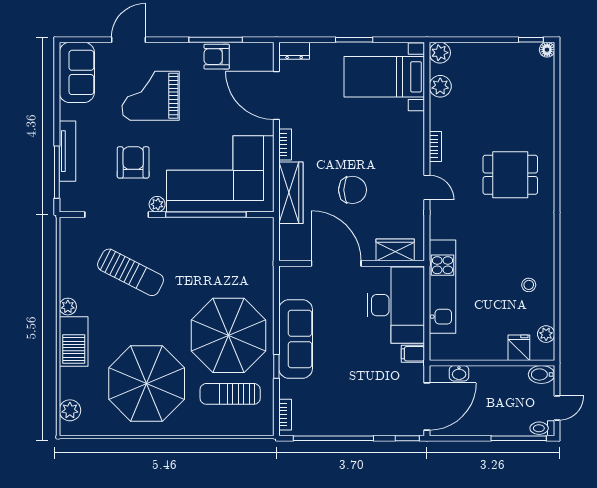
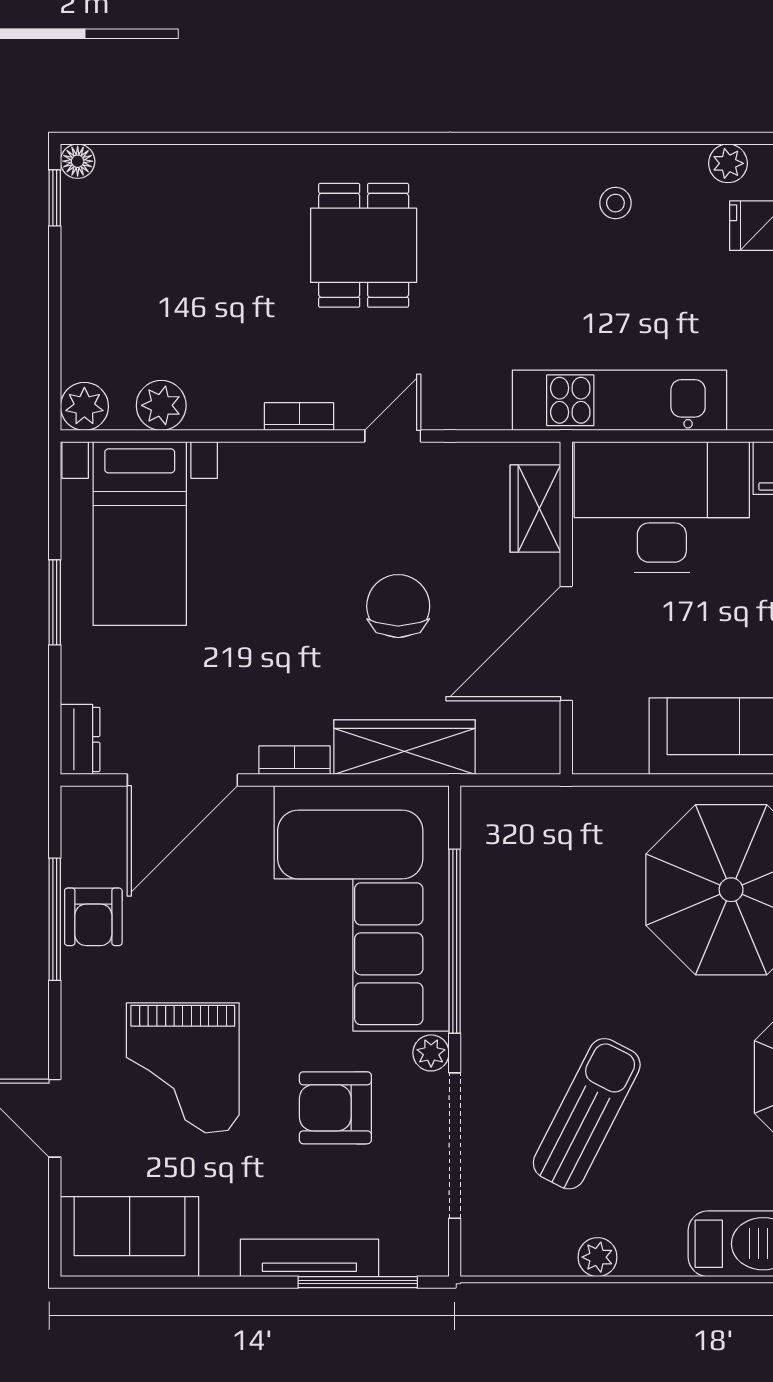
plant: (68, 307) -> (598, 1257), moved

